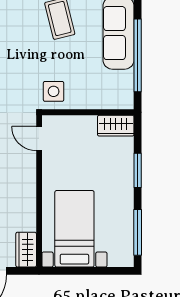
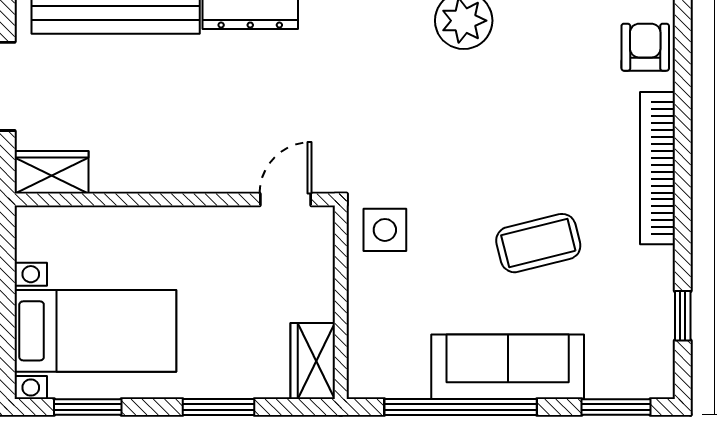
bed with nightstands: (74, 229) -> (95, 331), moved
window: (138, 232) -> (88, 407), width x0.69

